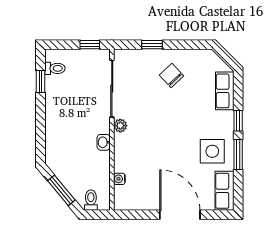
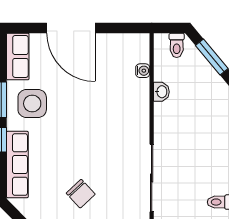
row of seats: (225, 91) -> (17, 164), width x1.48
plant: (120, 126) -> (142, 134), removed
washbasin: (104, 142) -> (161, 92), moved

